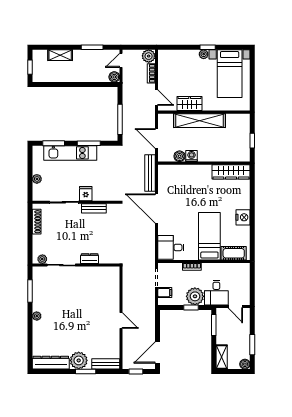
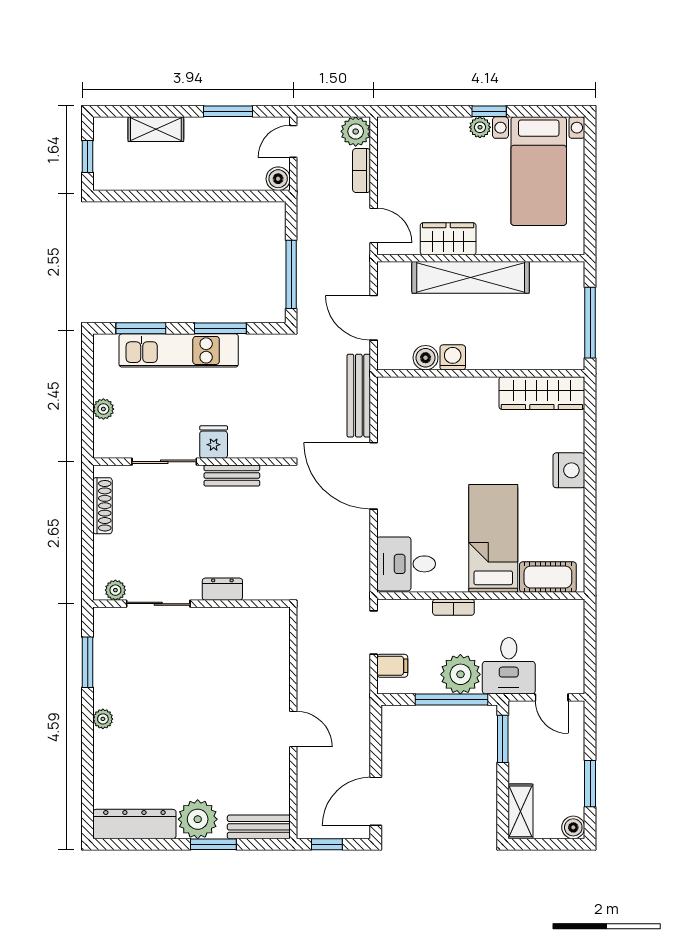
window: (252, 141) -> (590, 323), width x2.17
nightstand: (243, 217) -> (569, 470), moved
window: (191, 308) -> (451, 700), width x2.17

